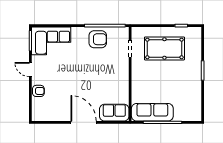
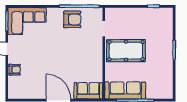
pool table: (164, 48) -> (126, 51), moved

